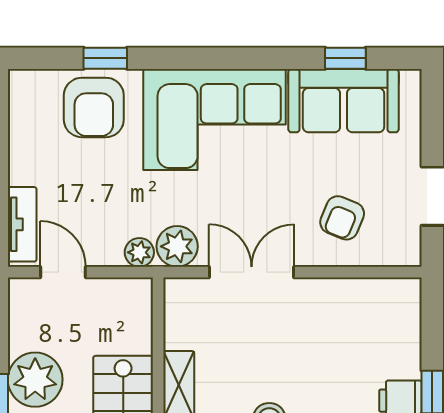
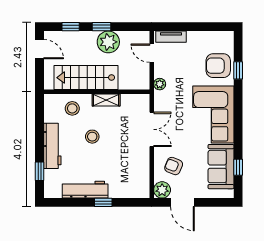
plant: (177, 246) -> (162, 190), moved
door: (63, 272) -> (152, 53), swing flipped

